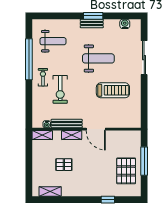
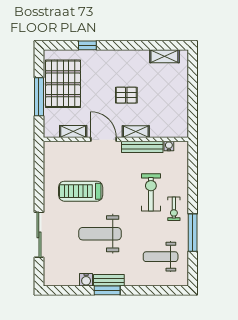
water cooler: (125, 24) -> (86, 280), moved
window: (29, 59) -> (193, 233), width x0.68
shelving: (42, 135) -> (73, 132), moved
pallet: (64, 165) -> (126, 95), moved
pallet: (126, 171) -> (63, 84), width x1.37, depth x1.41

